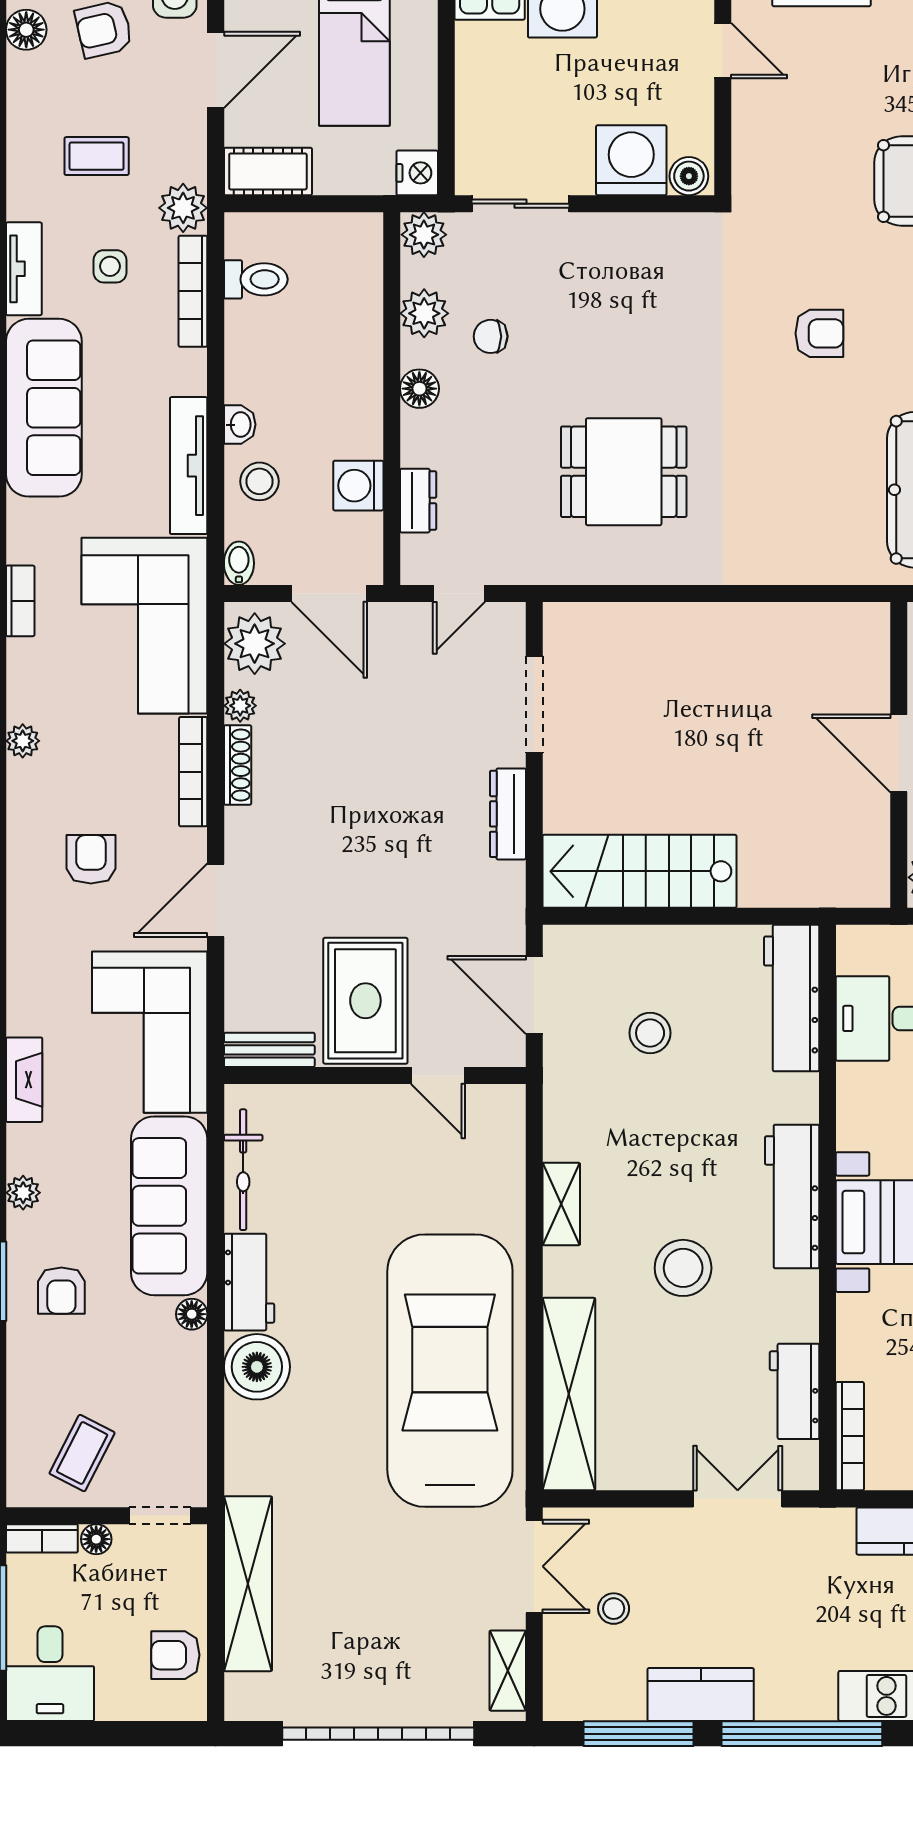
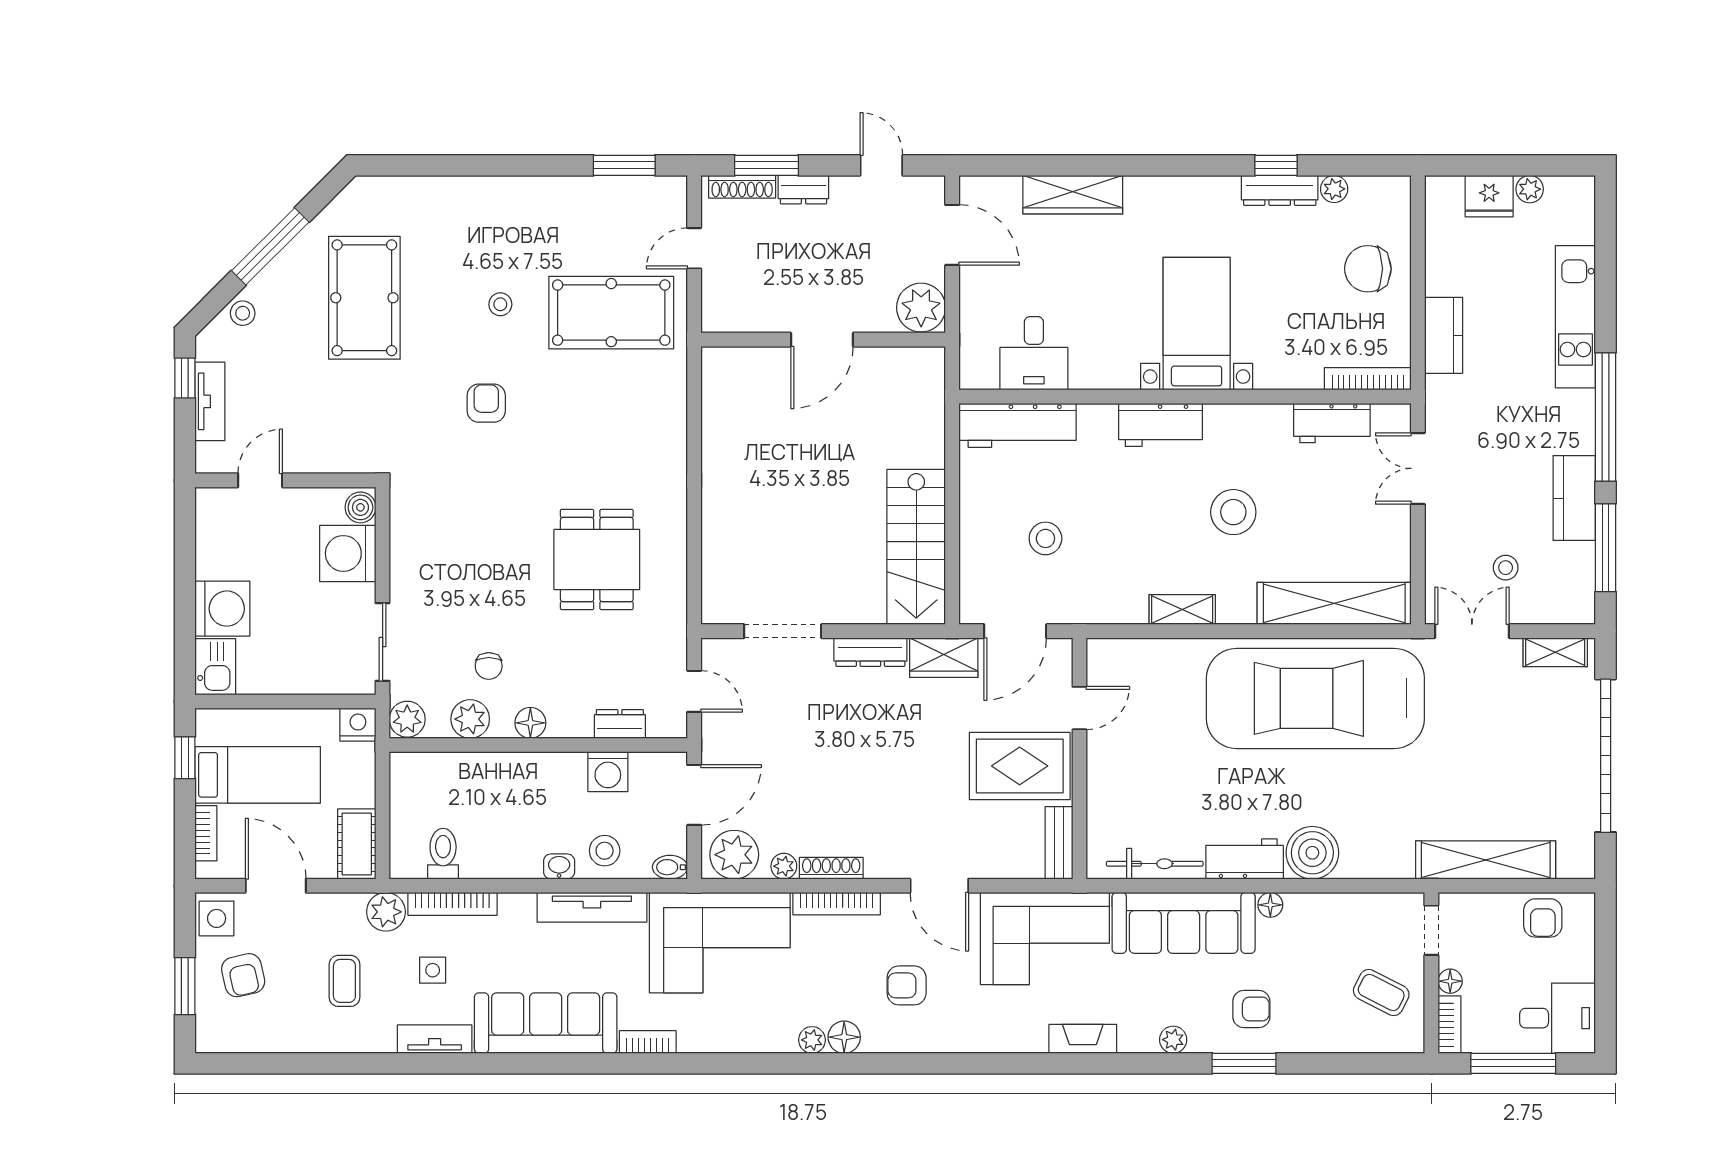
floor lamp: (26, 30) -> (844, 1037), moved
bookcase: (20, 601) -> (648, 1042), moved
wardrobe: (501, 906) -> (944, 658), added
workbench: (792, 1196) -> (1160, 425), width x0.73

